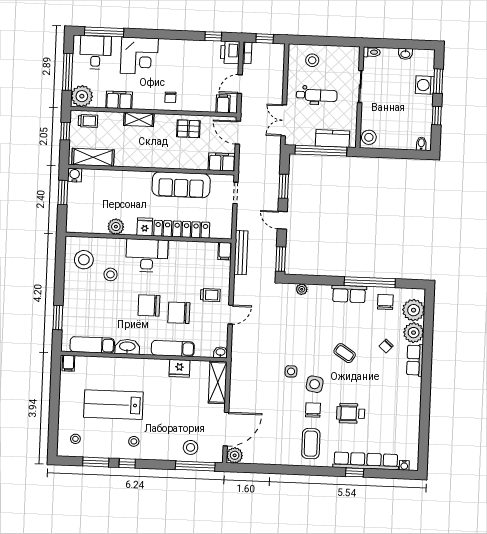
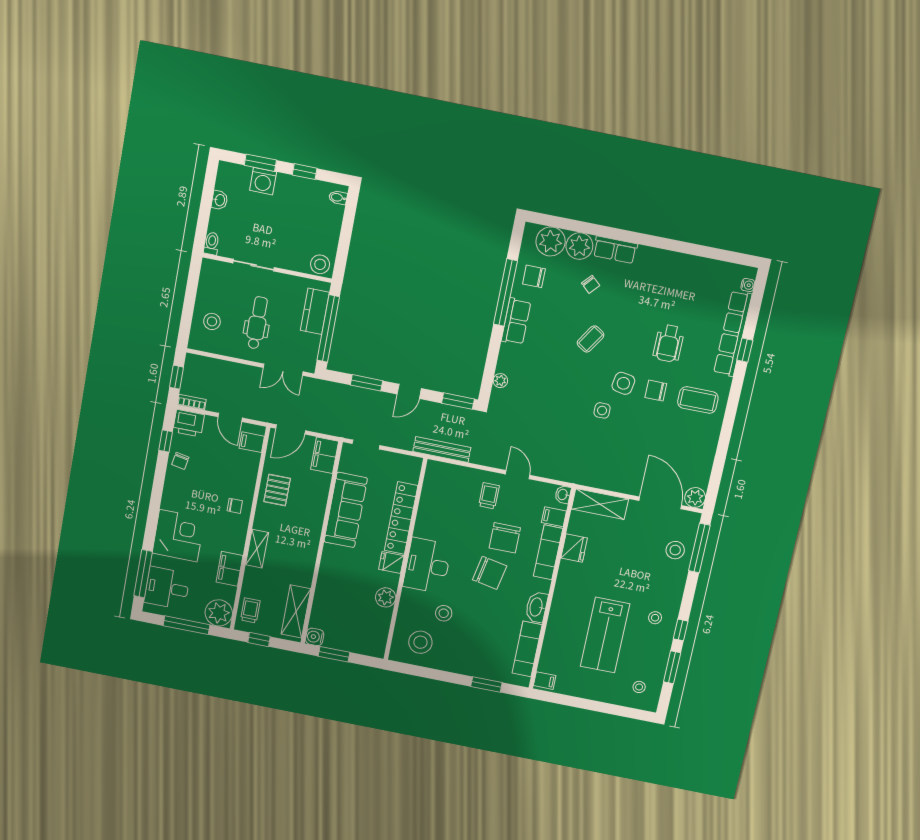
chair: (199, 50) -> (180, 461), added
filing cabinet: (225, 251) -> (554, 517), moved, turned 180
chair: (149, 305) -> (490, 573), turned -79

